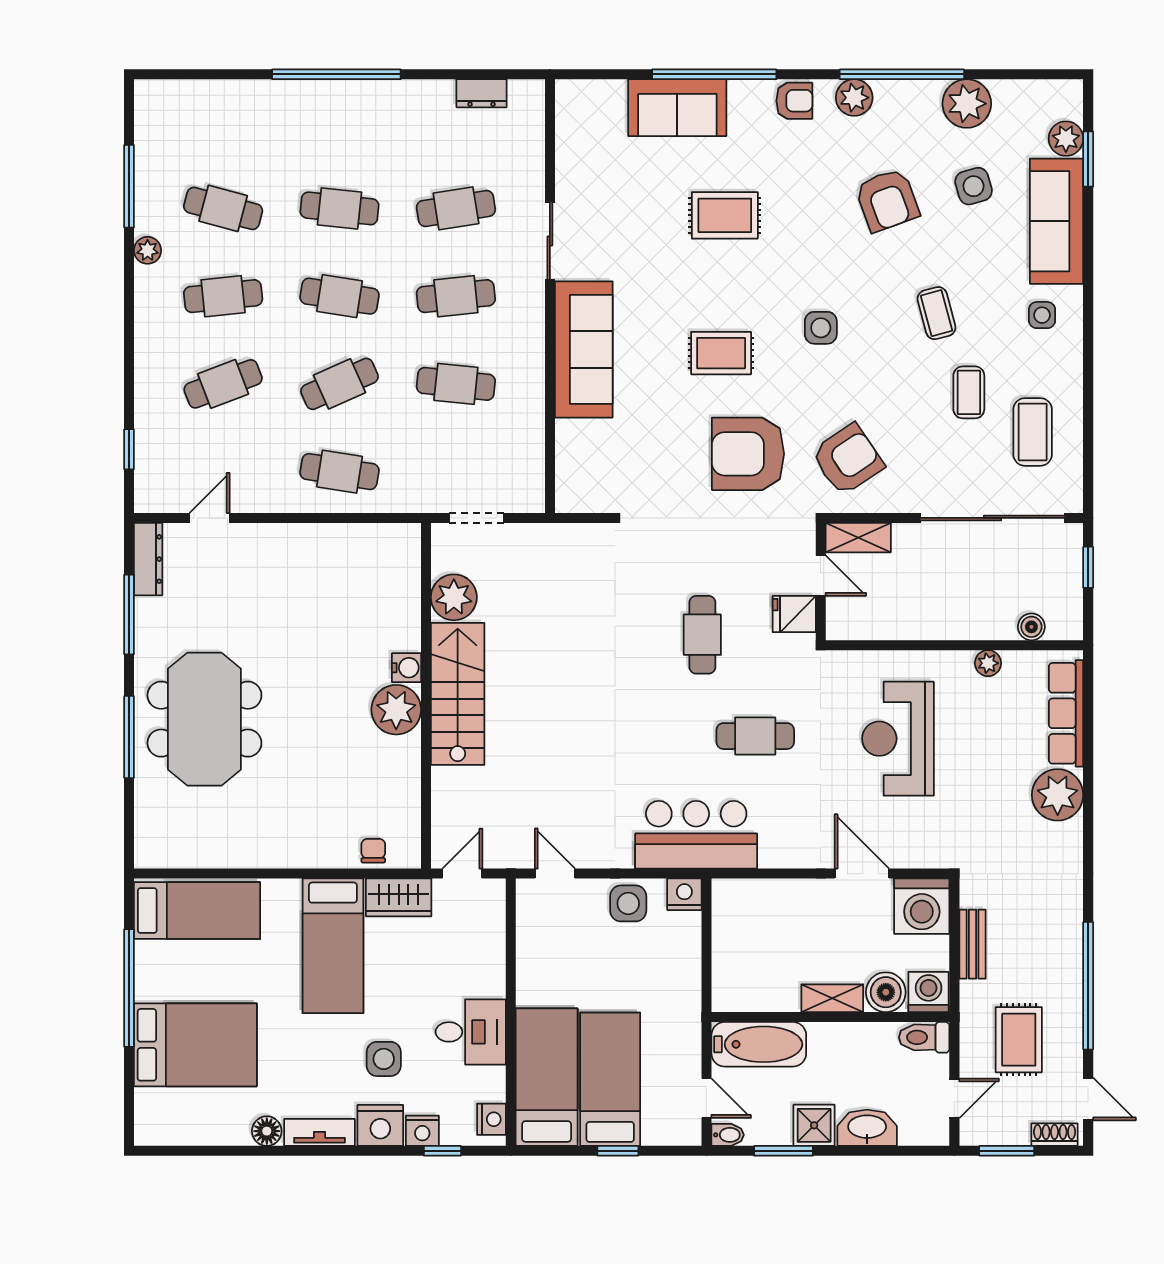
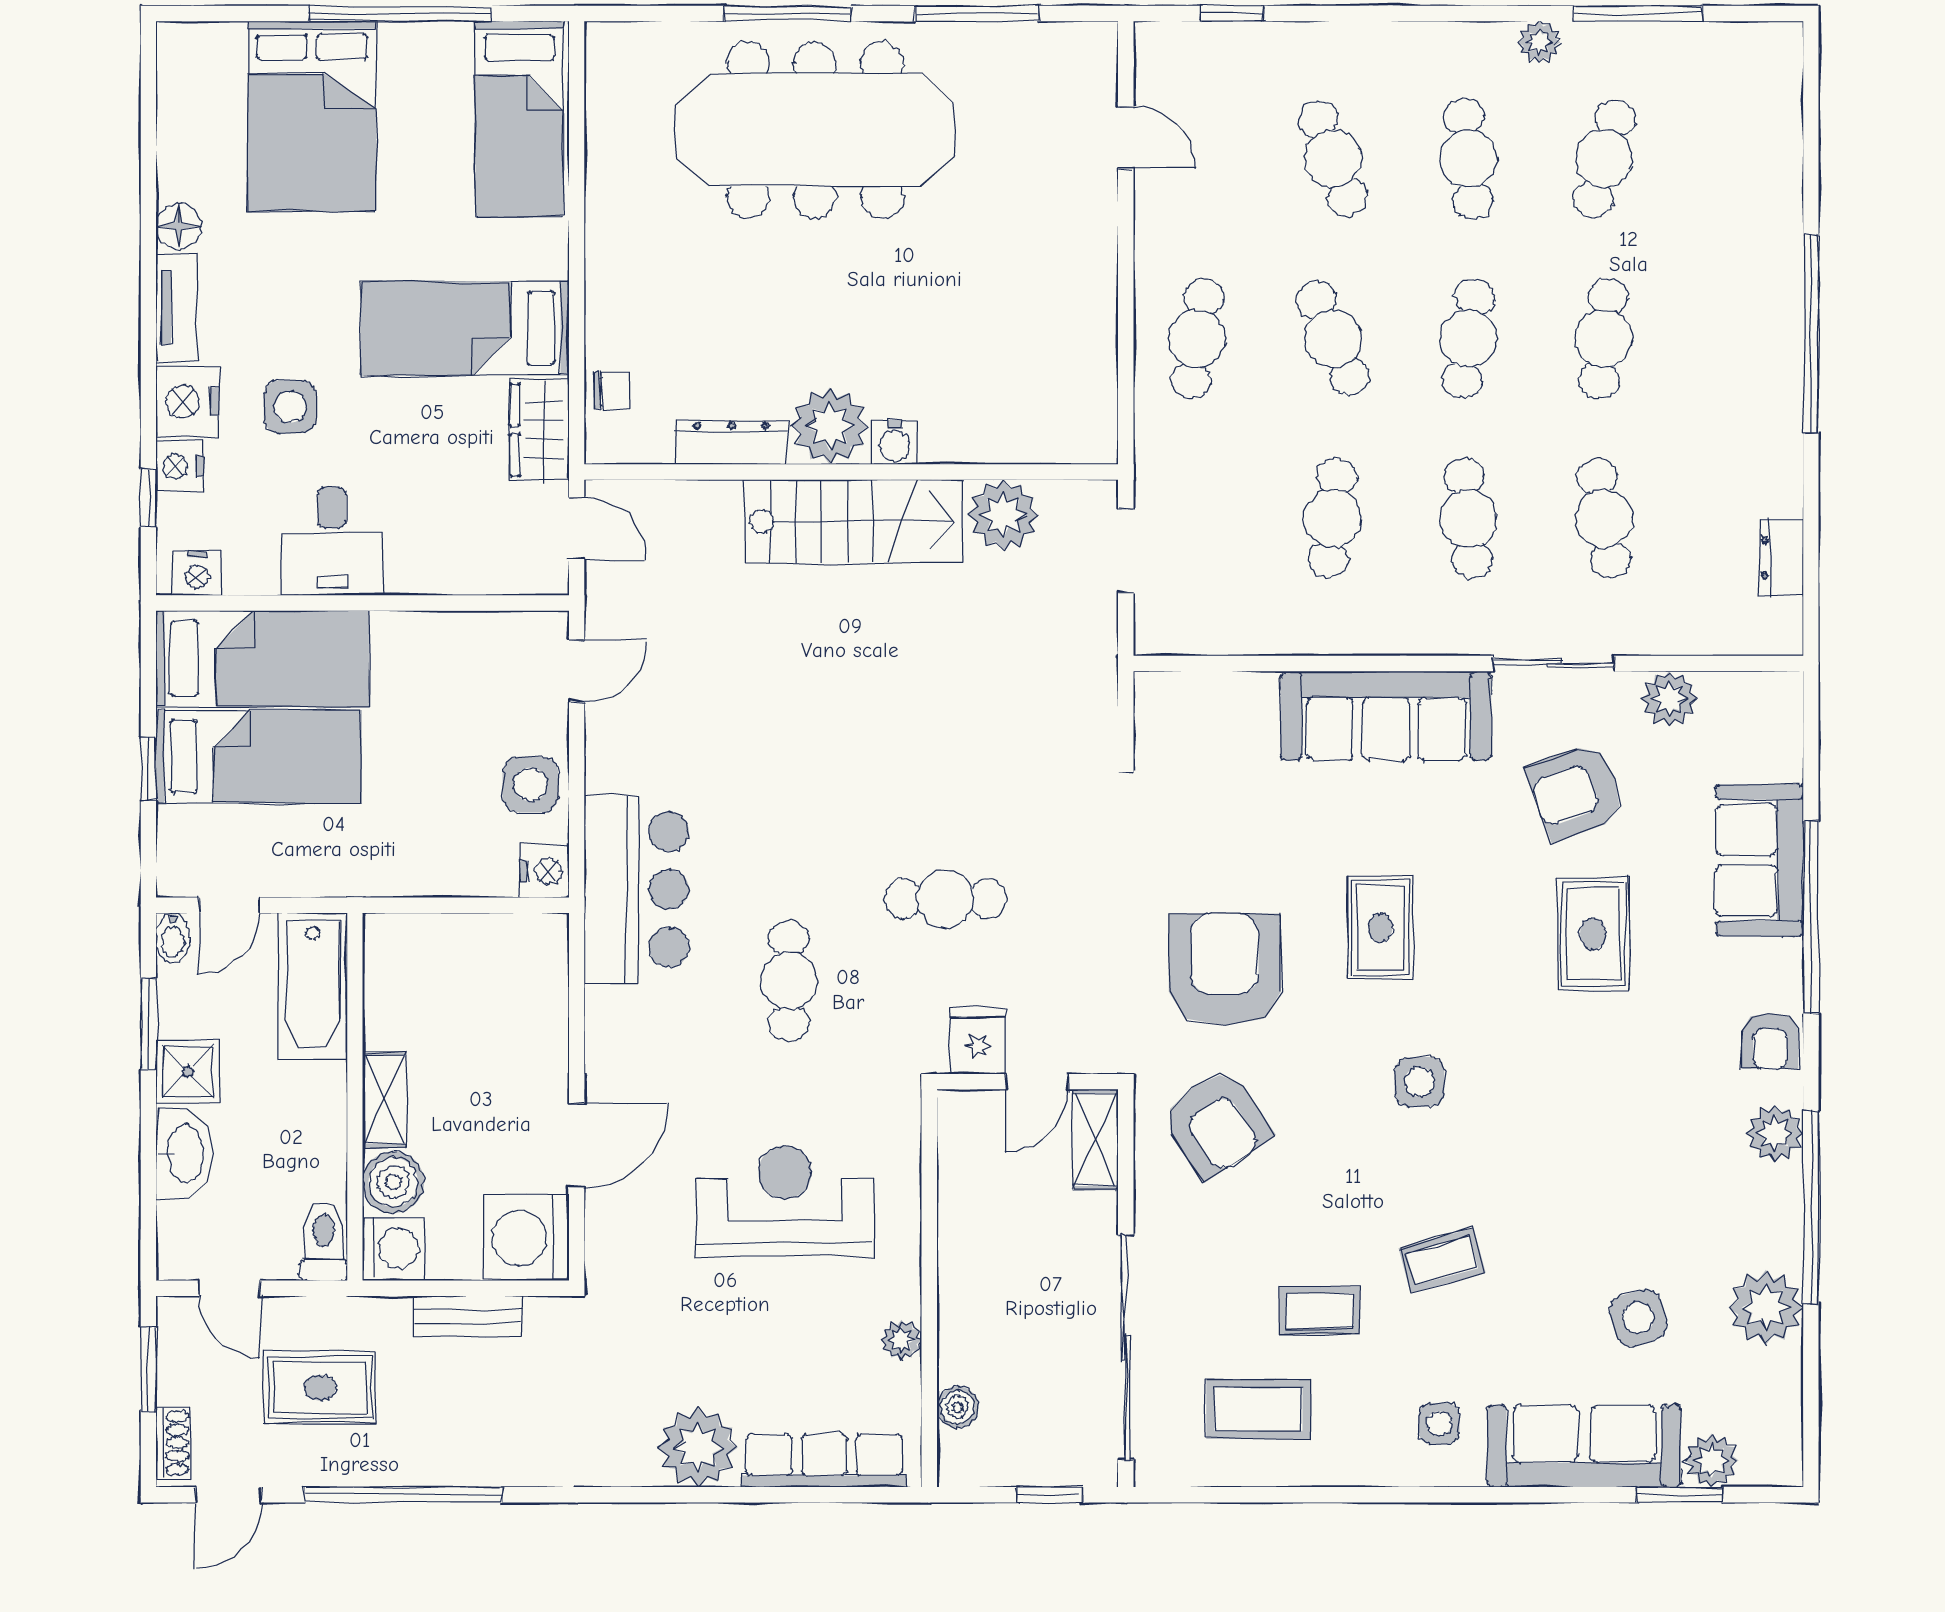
plant: (573, 166) -> (1669, 699), added
armchair: (887, 200) -> (1576, 792), moved
dresser: (148, 559) -> (731, 443), moved, turned 180
meeting table: (204, 719) -> (815, 130), width x1.36

